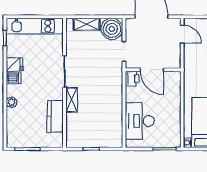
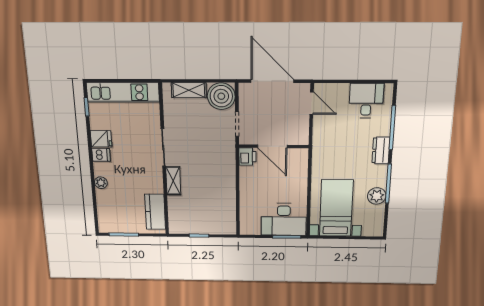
kitchen counter: (55, 116) -> (155, 212), moved
desk: (140, 121) -> (284, 219), moved, turned -90

